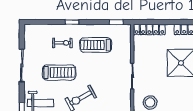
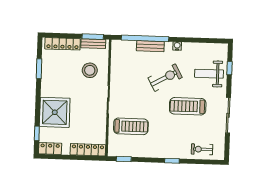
exercise bike: (62, 43) -> (202, 149), moved
treadmill: (96, 45) -> (131, 126), moved

